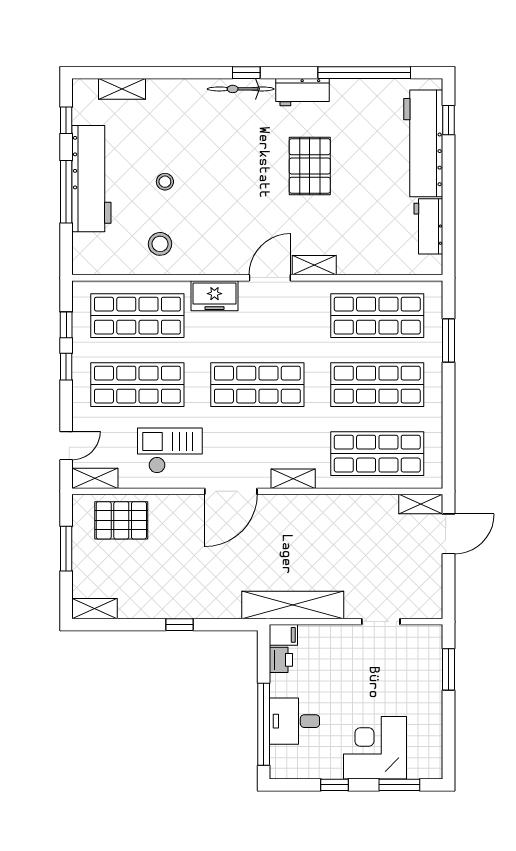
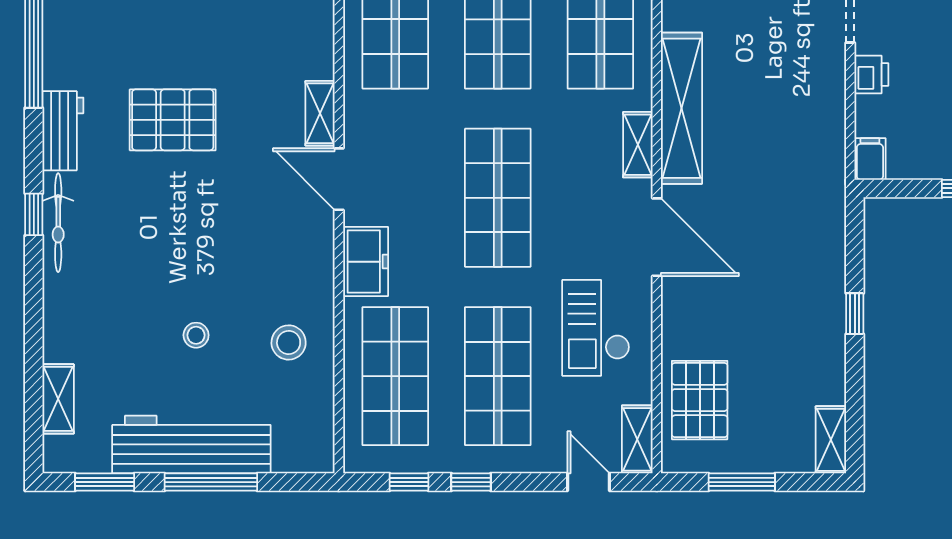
window: (66, 120) -> (105, 482), width x1.50
shelving: (293, 605) -> (681, 108), moved
printer: (281, 660) -> (871, 74), moved, turned 90

